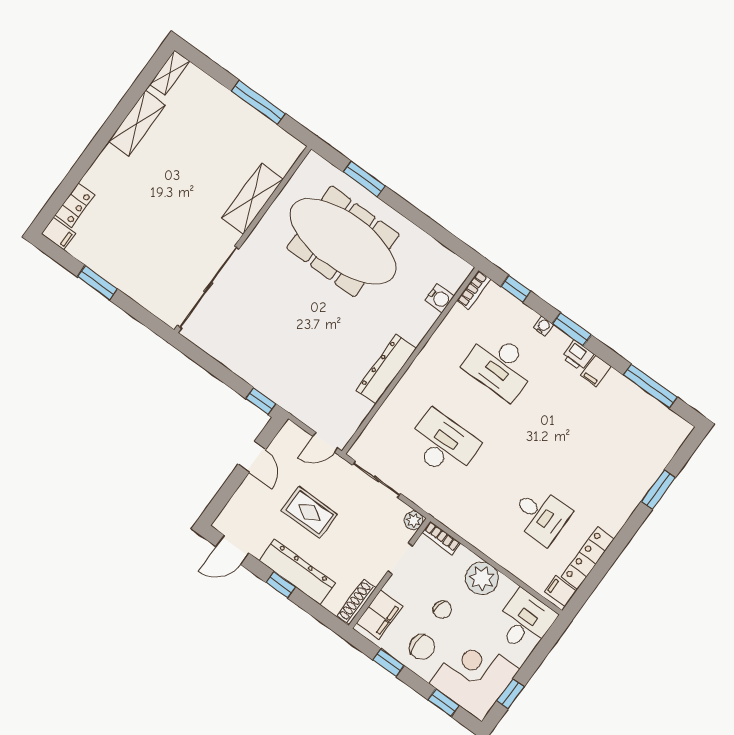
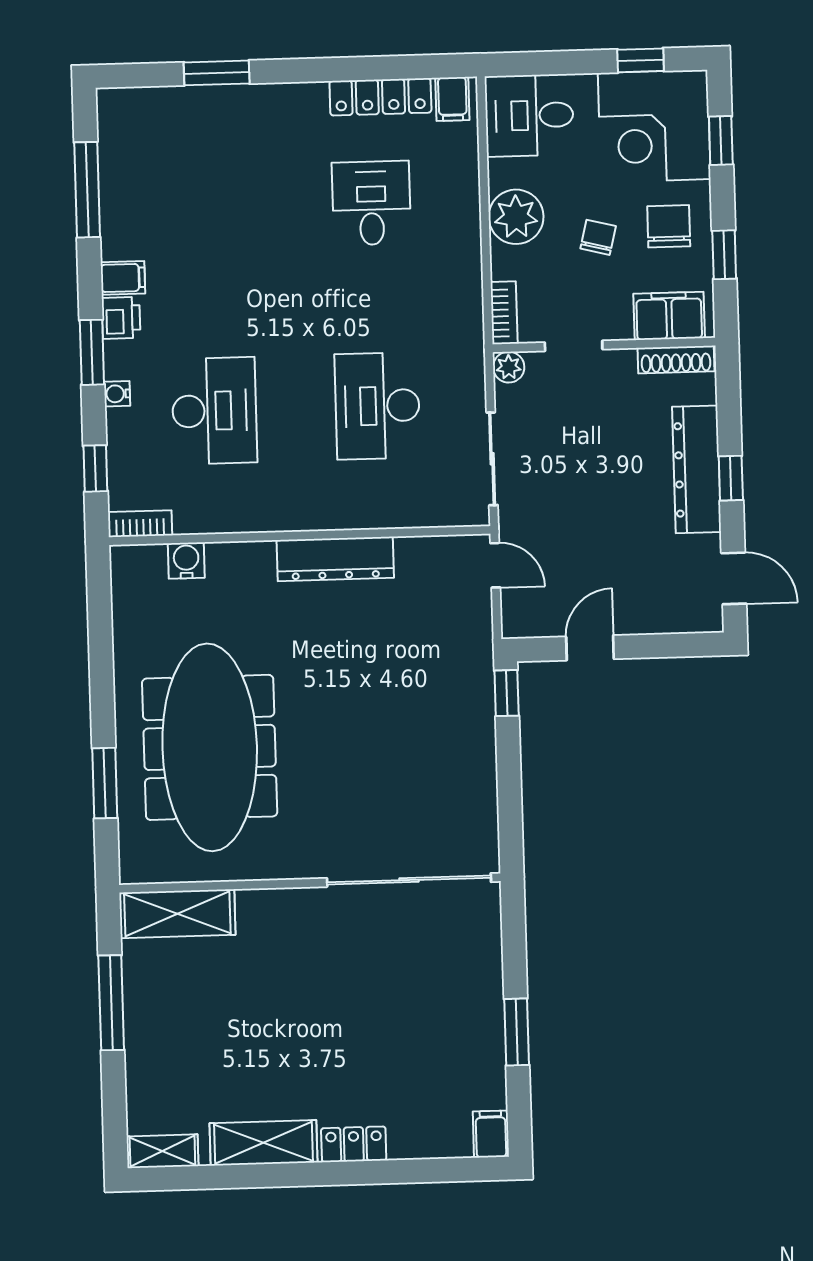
shelving: (253, 199) -> (177, 914), moved
locker: (75, 205) -> (354, 1144), moved
rug: (309, 512) -> (605, 514), removed

